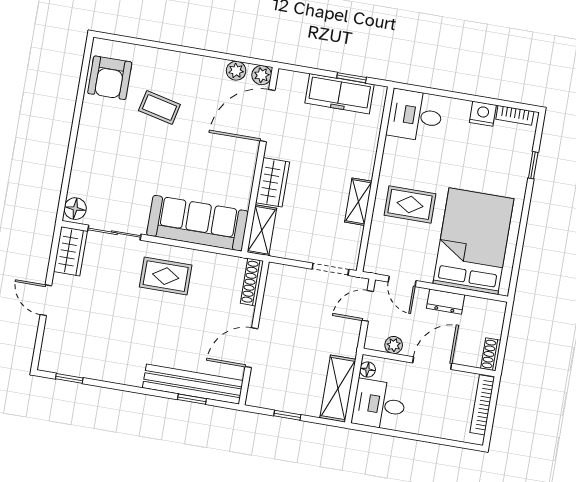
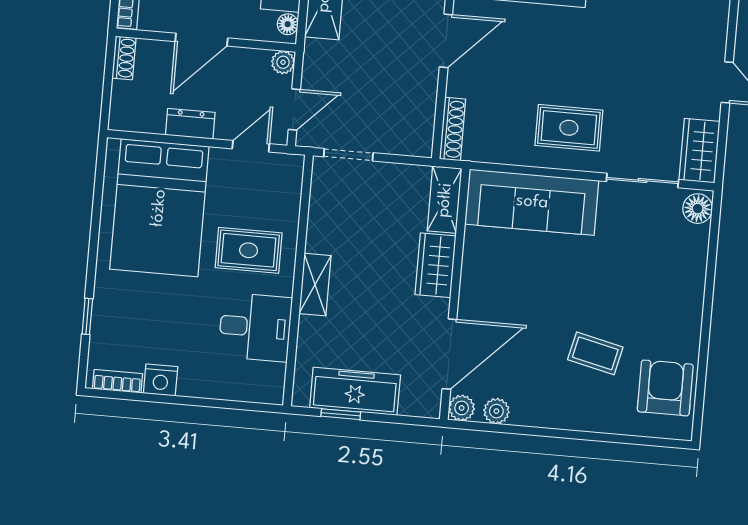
desk: (415, 116) -> (255, 327), moved
shelving: (358, 202) -> (315, 285), moved
door: (402, 281) -> (251, 146), hinge flipped
plant: (394, 345) -> (283, 62), moved

